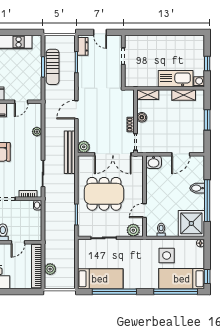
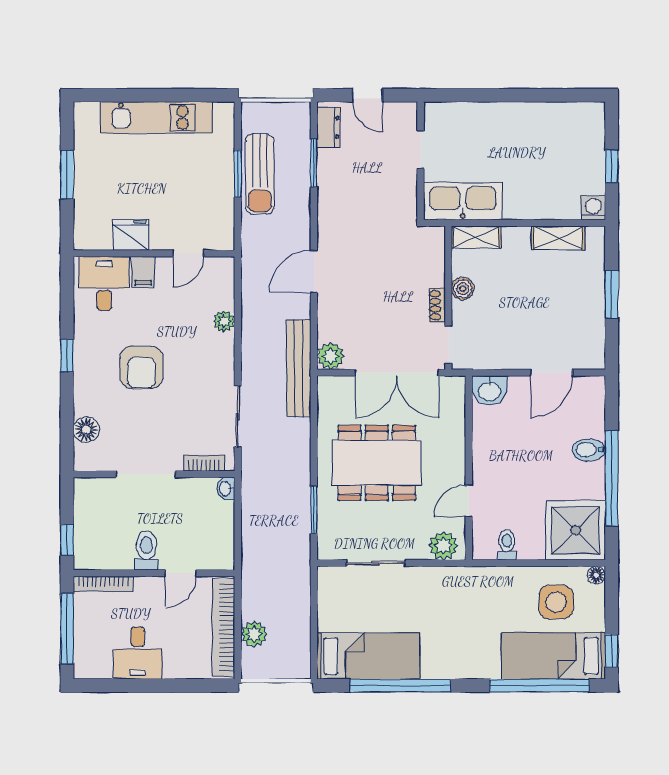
kitchen sink: (176, 79) -> (463, 201), moved
side table: (167, 255) -> (556, 602), moved

